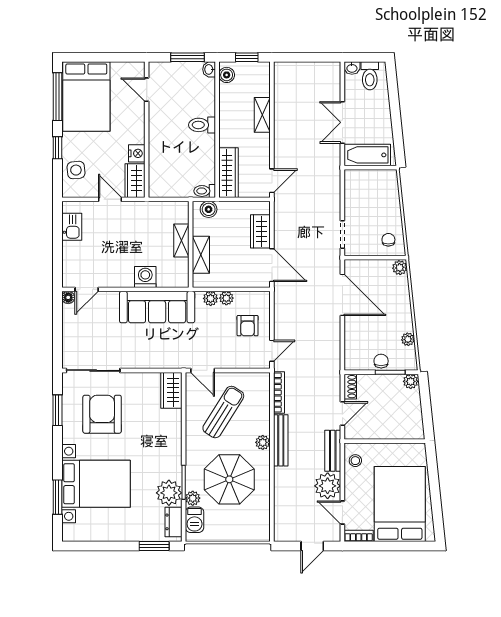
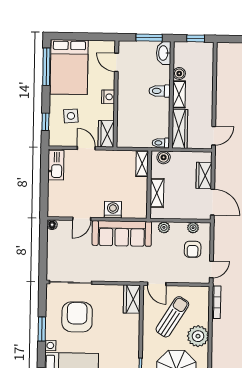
washbasin: (209, 69) -> (164, 53), width x1.91, depth x1.45
boiler: (227, 75) -> (179, 73), moved
shelving: (262, 115) -> (179, 94), moved
window: (57, 148) -> (45, 122), moved
nightstand: (137, 153) -> (108, 97), moved
side table: (76, 170) -> (71, 116), moved
kitchen sink: (72, 227) -> (56, 165), width x1.38
shelving: (181, 240) -> (142, 164), moved
door: (87, 289) -> (82, 219), moved
plant: (226, 298) -> (193, 228), moved
window: (57, 410) -> (42, 329), moved
bench: (281, 440) -> (217, 340), removed
plant: (263, 442) -> (198, 336), width x1.88, depth x1.88

